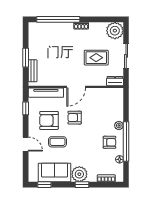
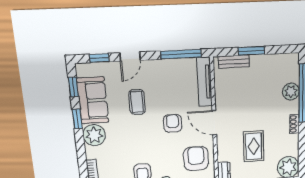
plant: (57, 28) -> (291, 92), added
window: (26, 108) -> (181, 54), width x2.17
armchair: (49, 120) -> (196, 158), moved
window: (26, 165) -> (99, 58), added
window: (82, 185) -> (77, 119), moved

